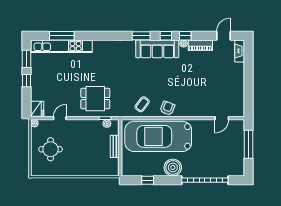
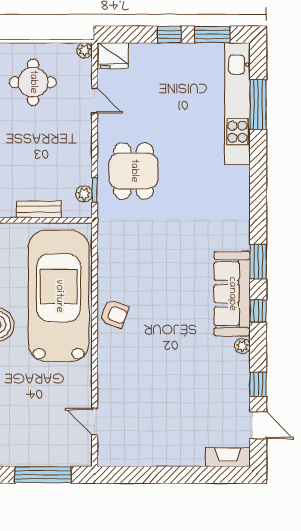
window: (185, 36) -> (258, 384), moved
piano: (200, 45) -> (239, 379), removed
coffee table: (142, 104) -> (122, 264), removed

